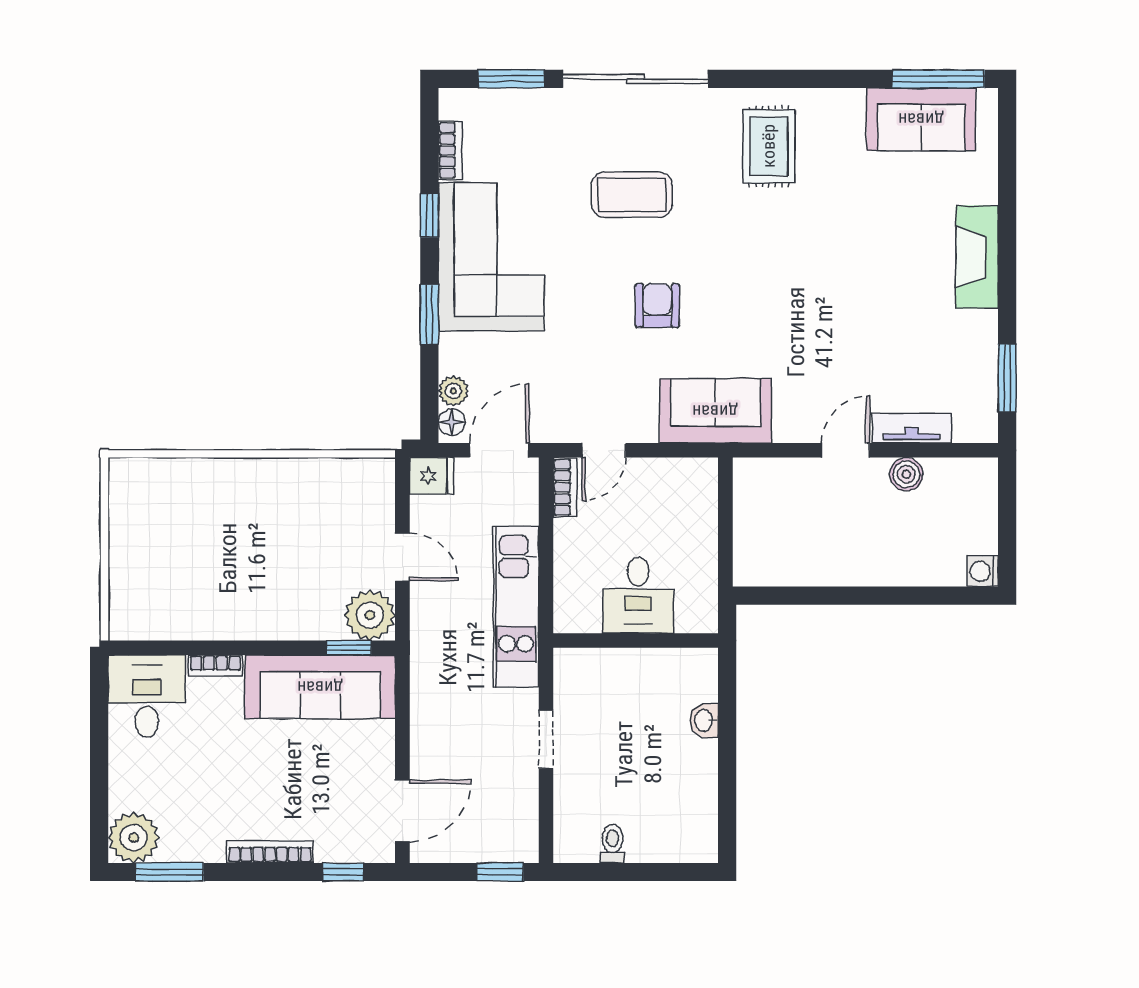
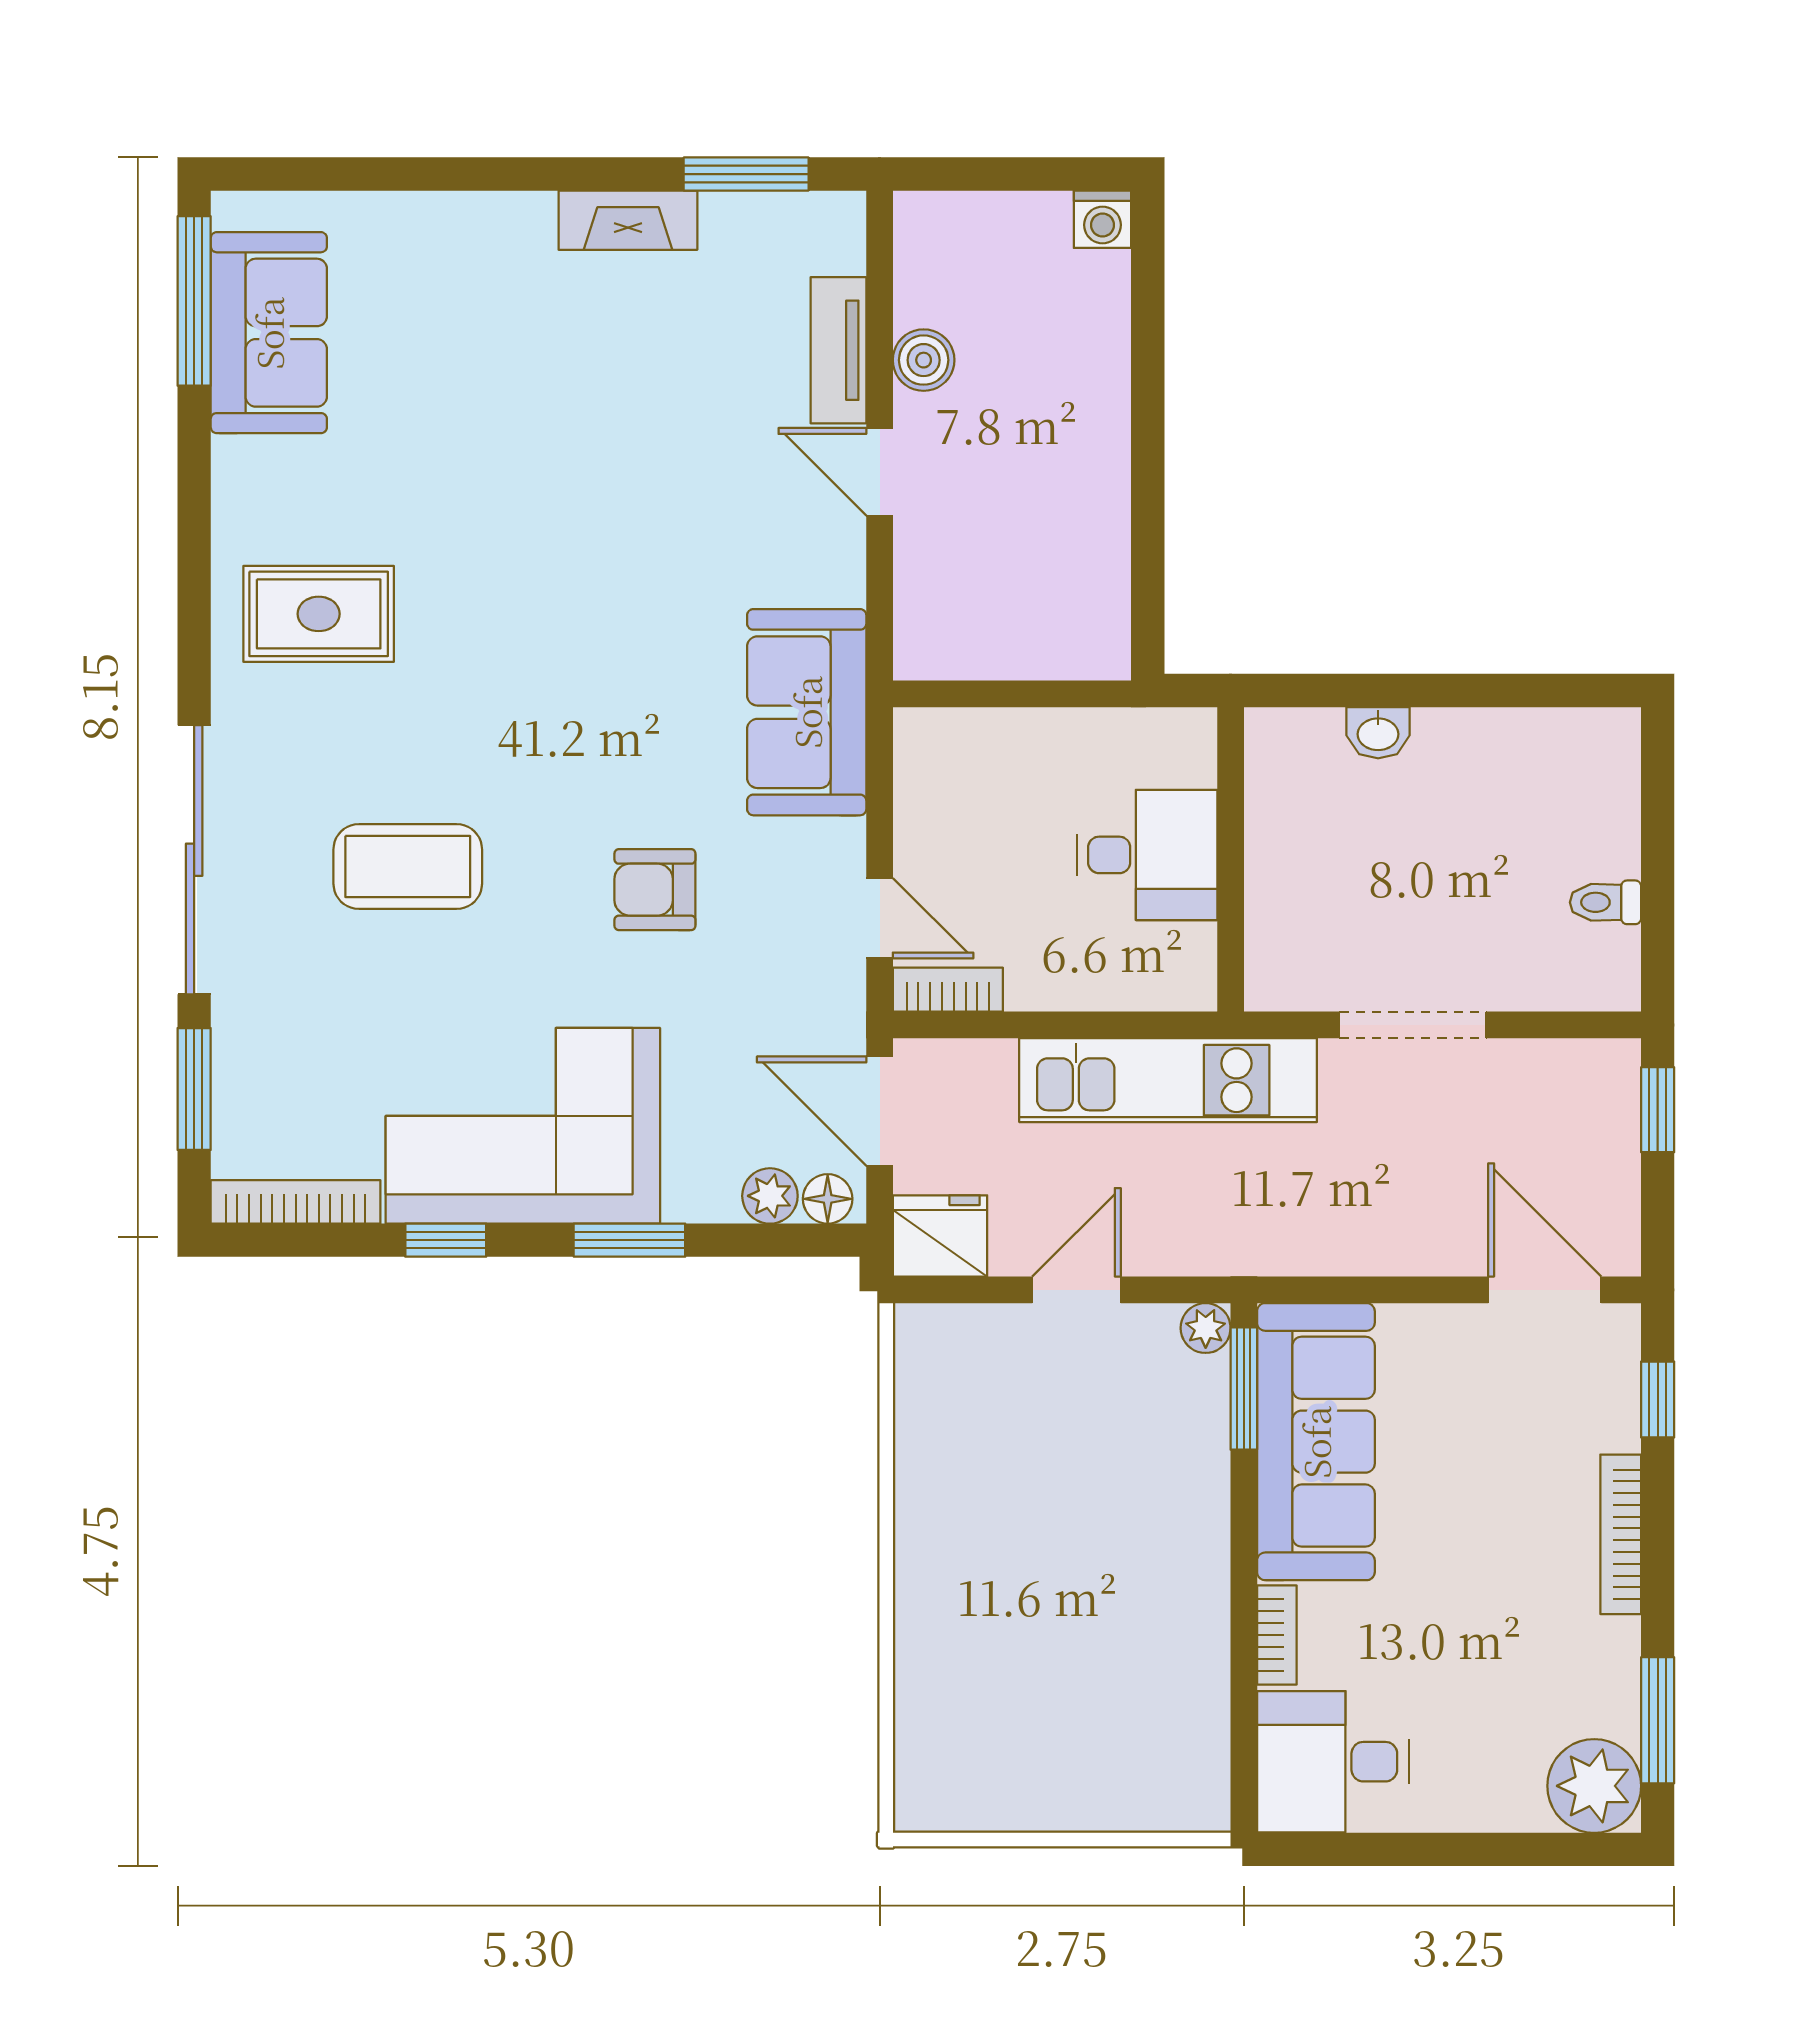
bookcase: (450, 150) -> (296, 1202), width x1.56
coffee table: (632, 195) -> (408, 867), turned 90
fireplace: (977, 257) -> (628, 220), moved, width x0.73, depth x0.76
armchair: (657, 306) -> (655, 890), moved
fridge: (432, 476) -> (940, 1236), width x1.38
plant: (370, 615) -> (1206, 1328), width x0.53, depth x0.53
window: (349, 648) -> (1244, 1389), width x1.50
doorway: (546, 739) -> (1413, 1025), width x1.38

